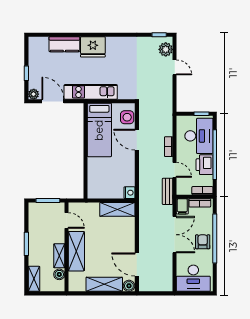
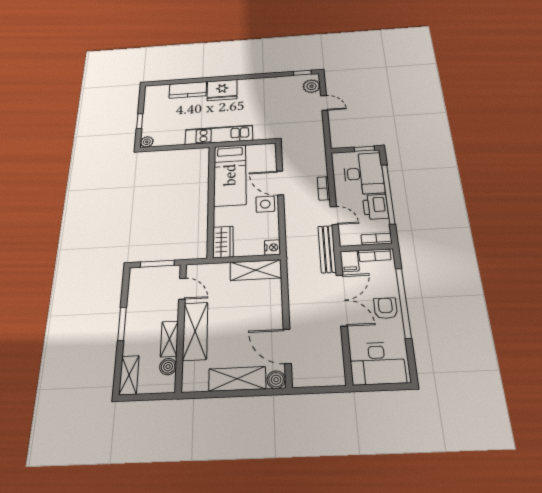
door: (53, 101) -> (171, 148), removed
side table: (127, 117) -> (265, 204), moved
wardrobe: (94, 186) -> (223, 242), added
bench: (168, 191) -> (327, 249), width x1.36

